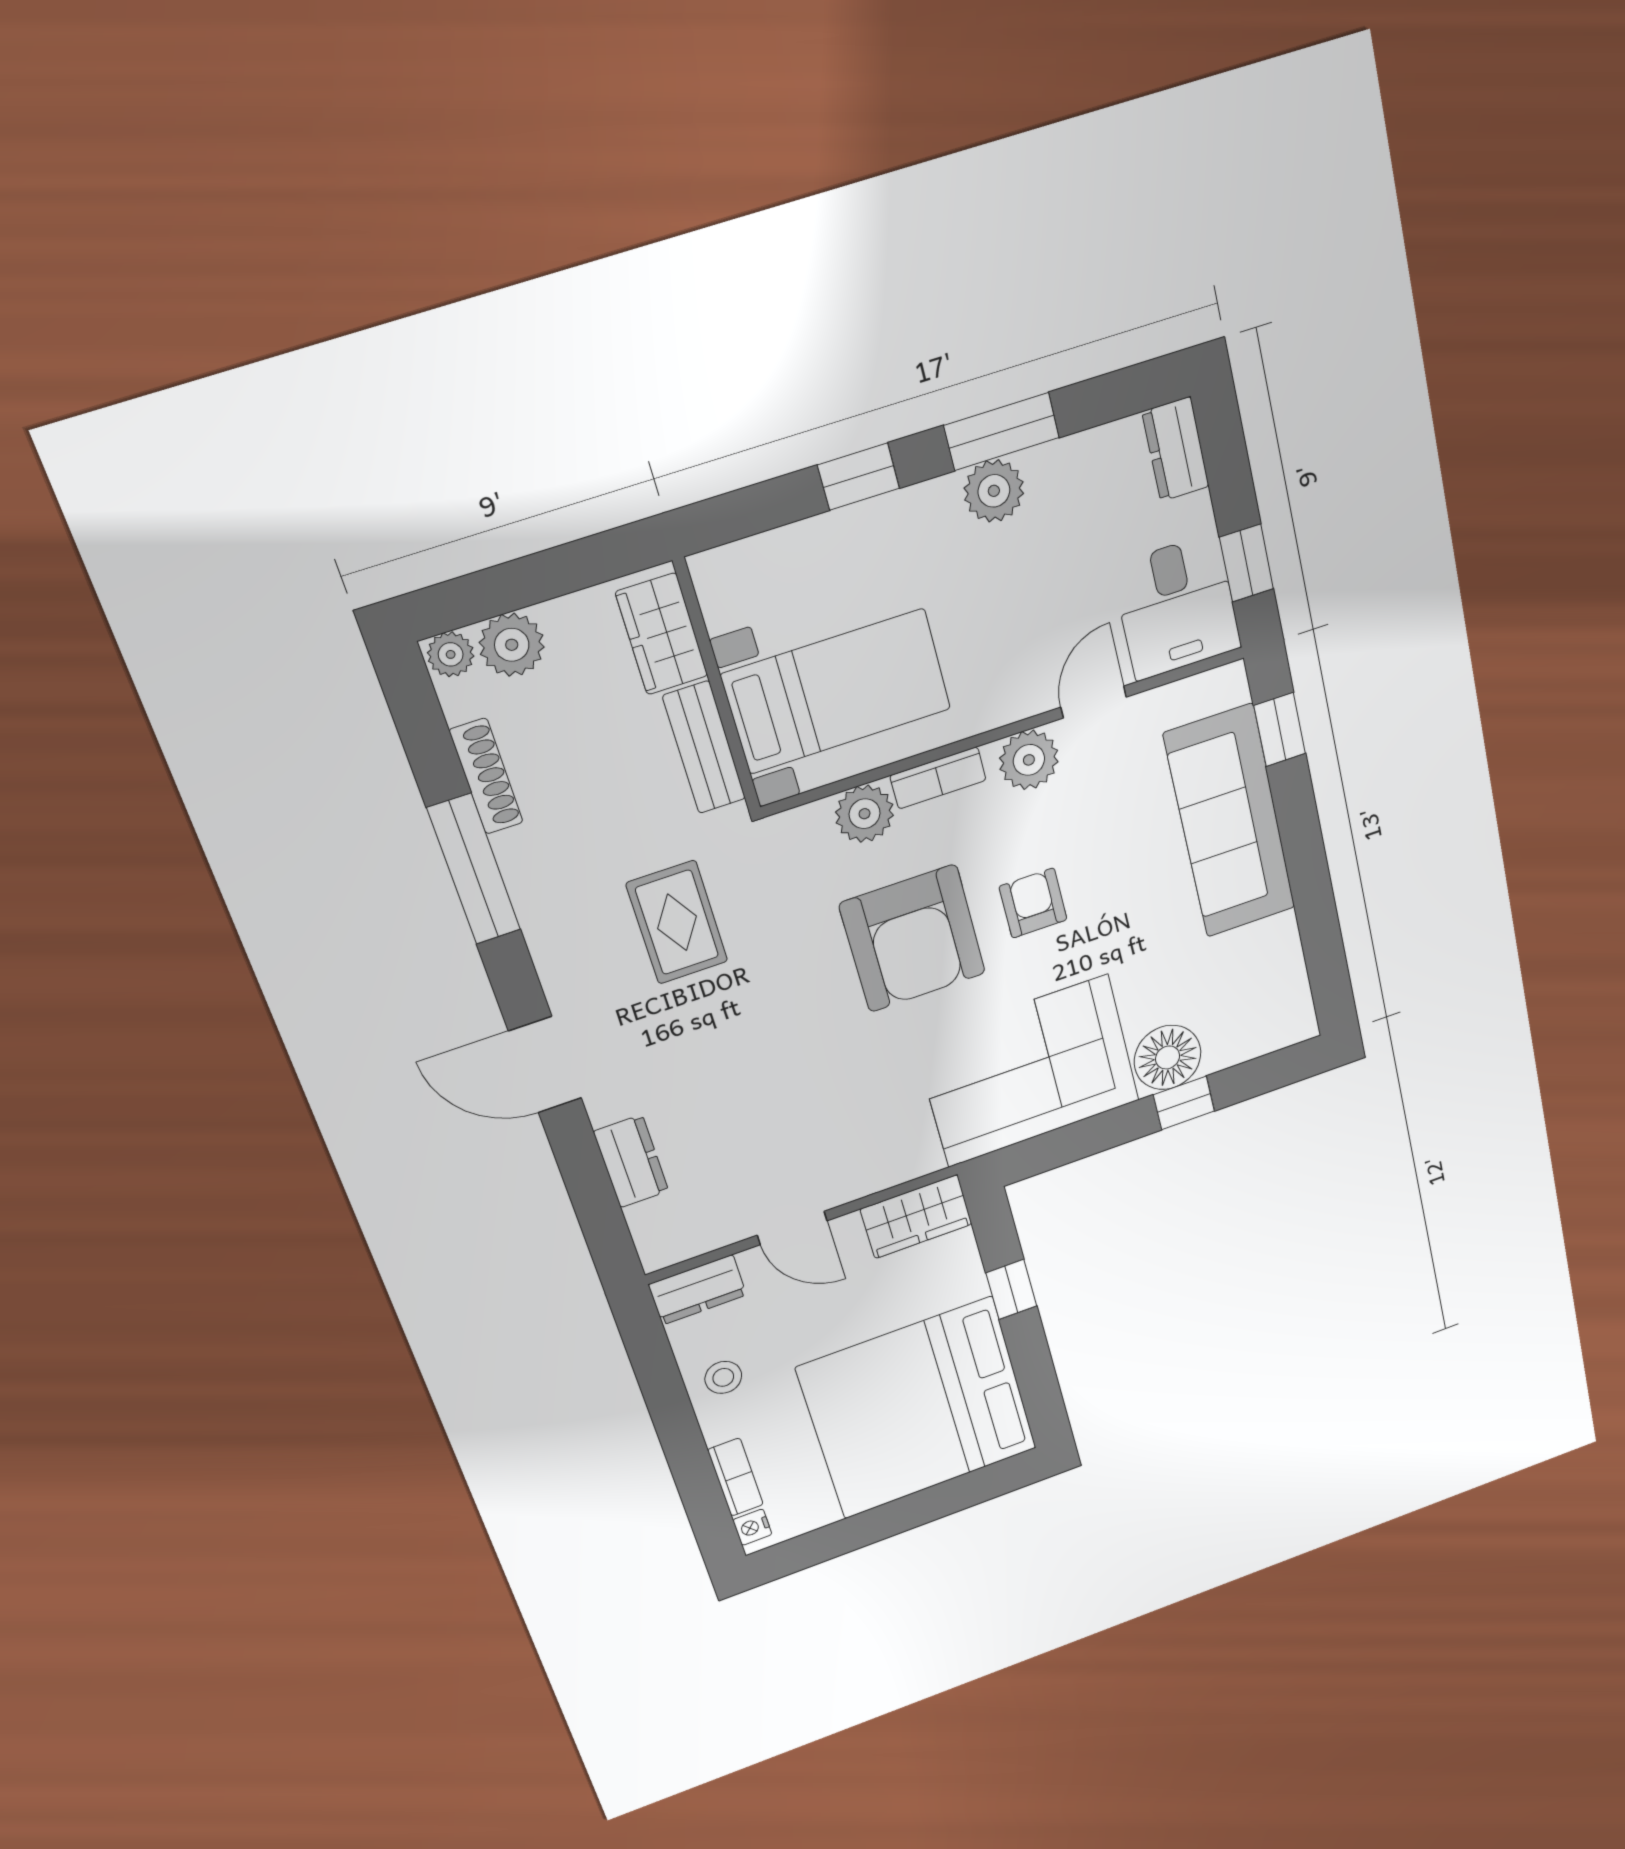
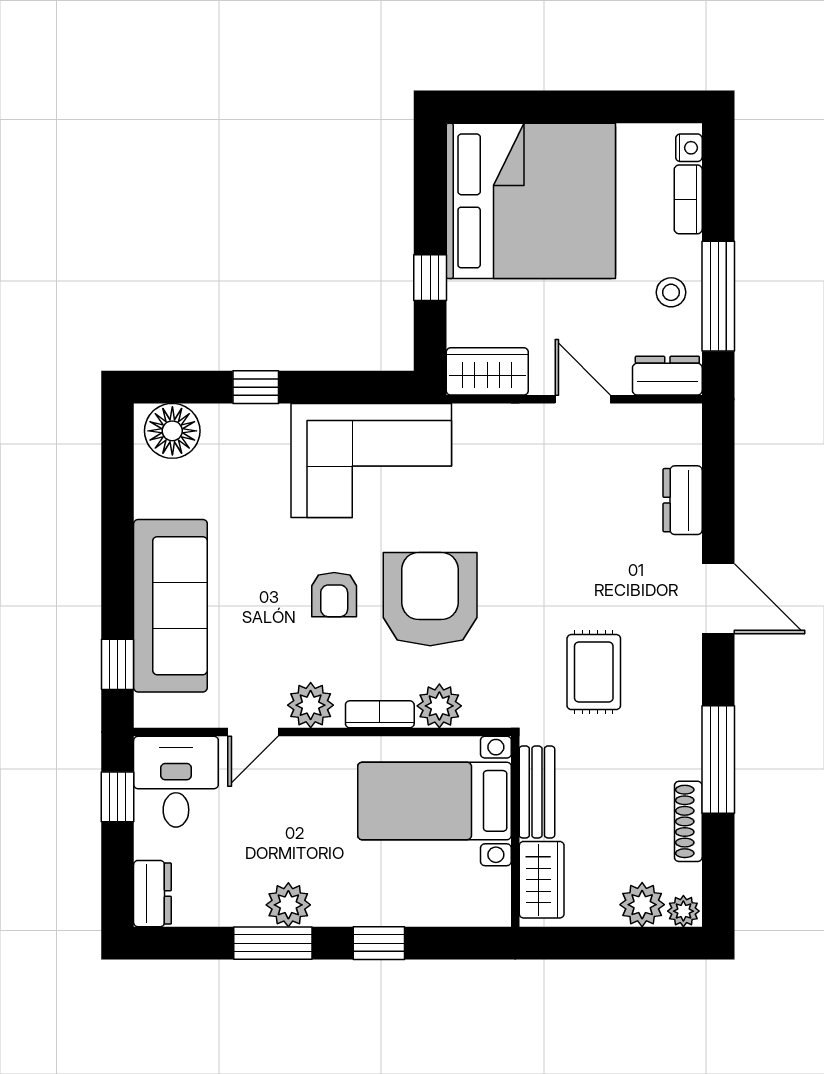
floor lamp: (1168, 1057) -> (172, 431), moved
window: (665, 1394) -> (718, 296), added

